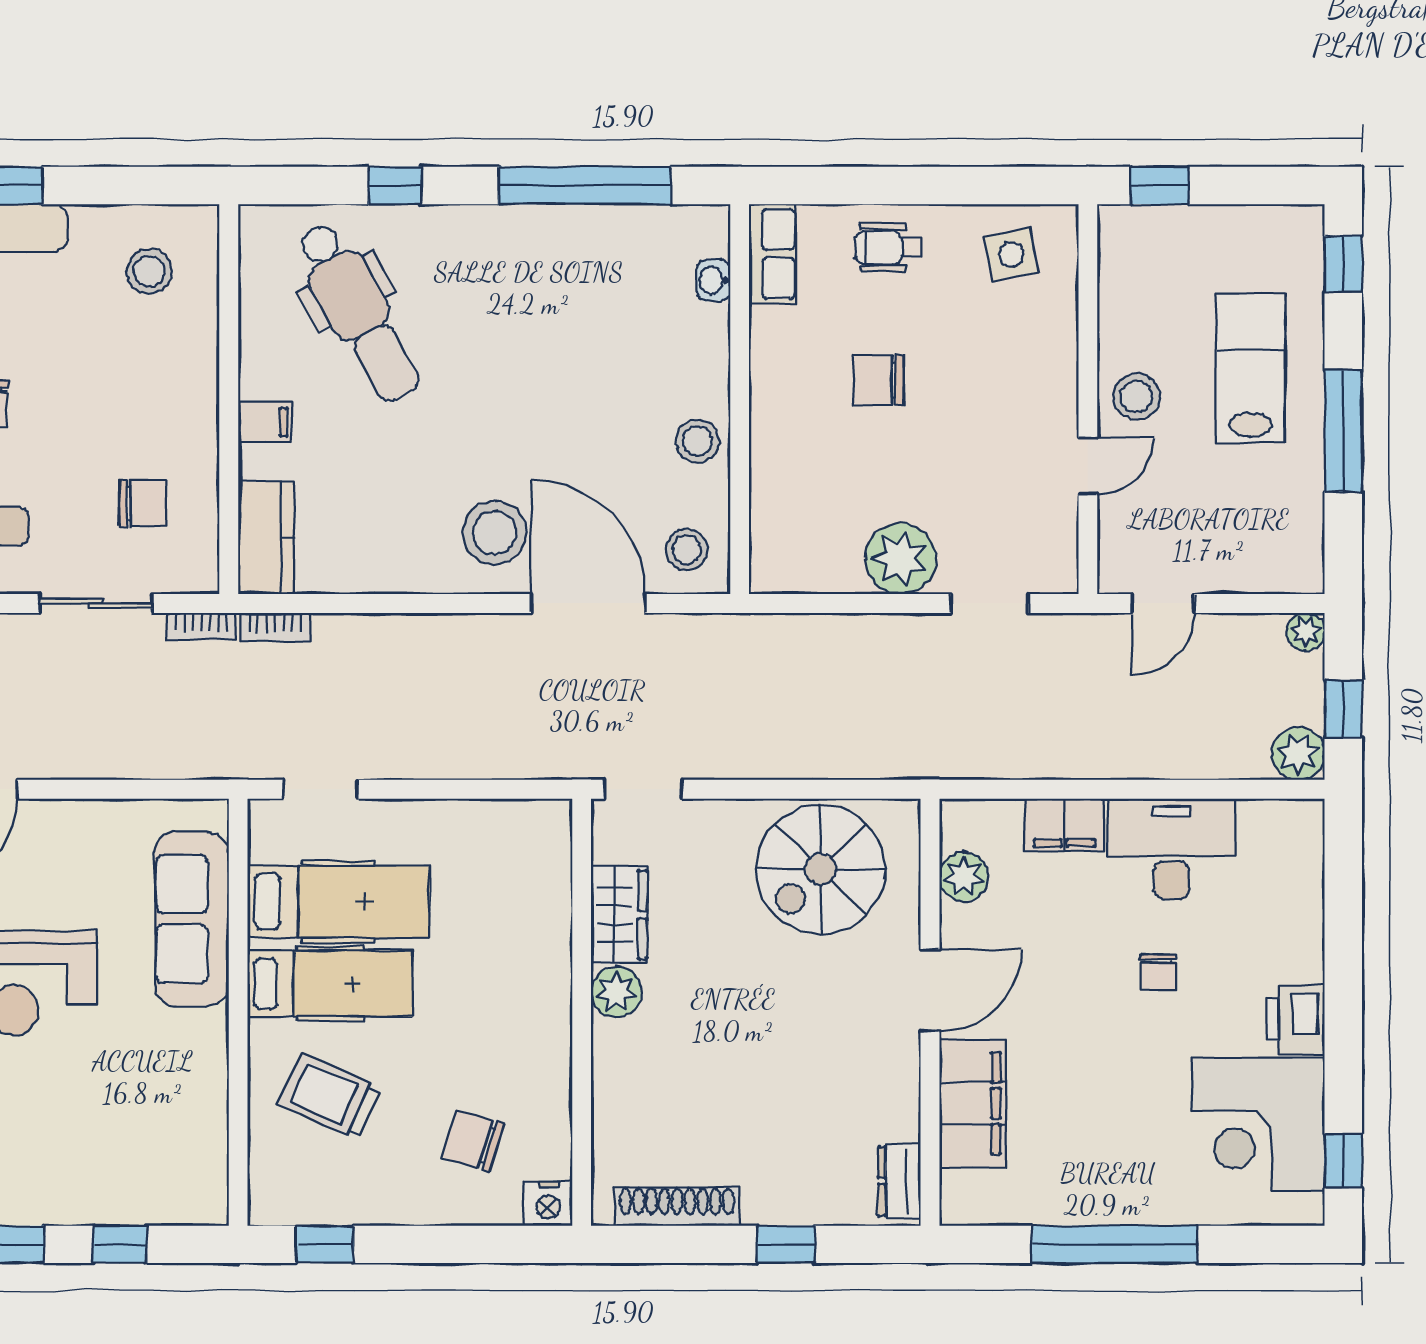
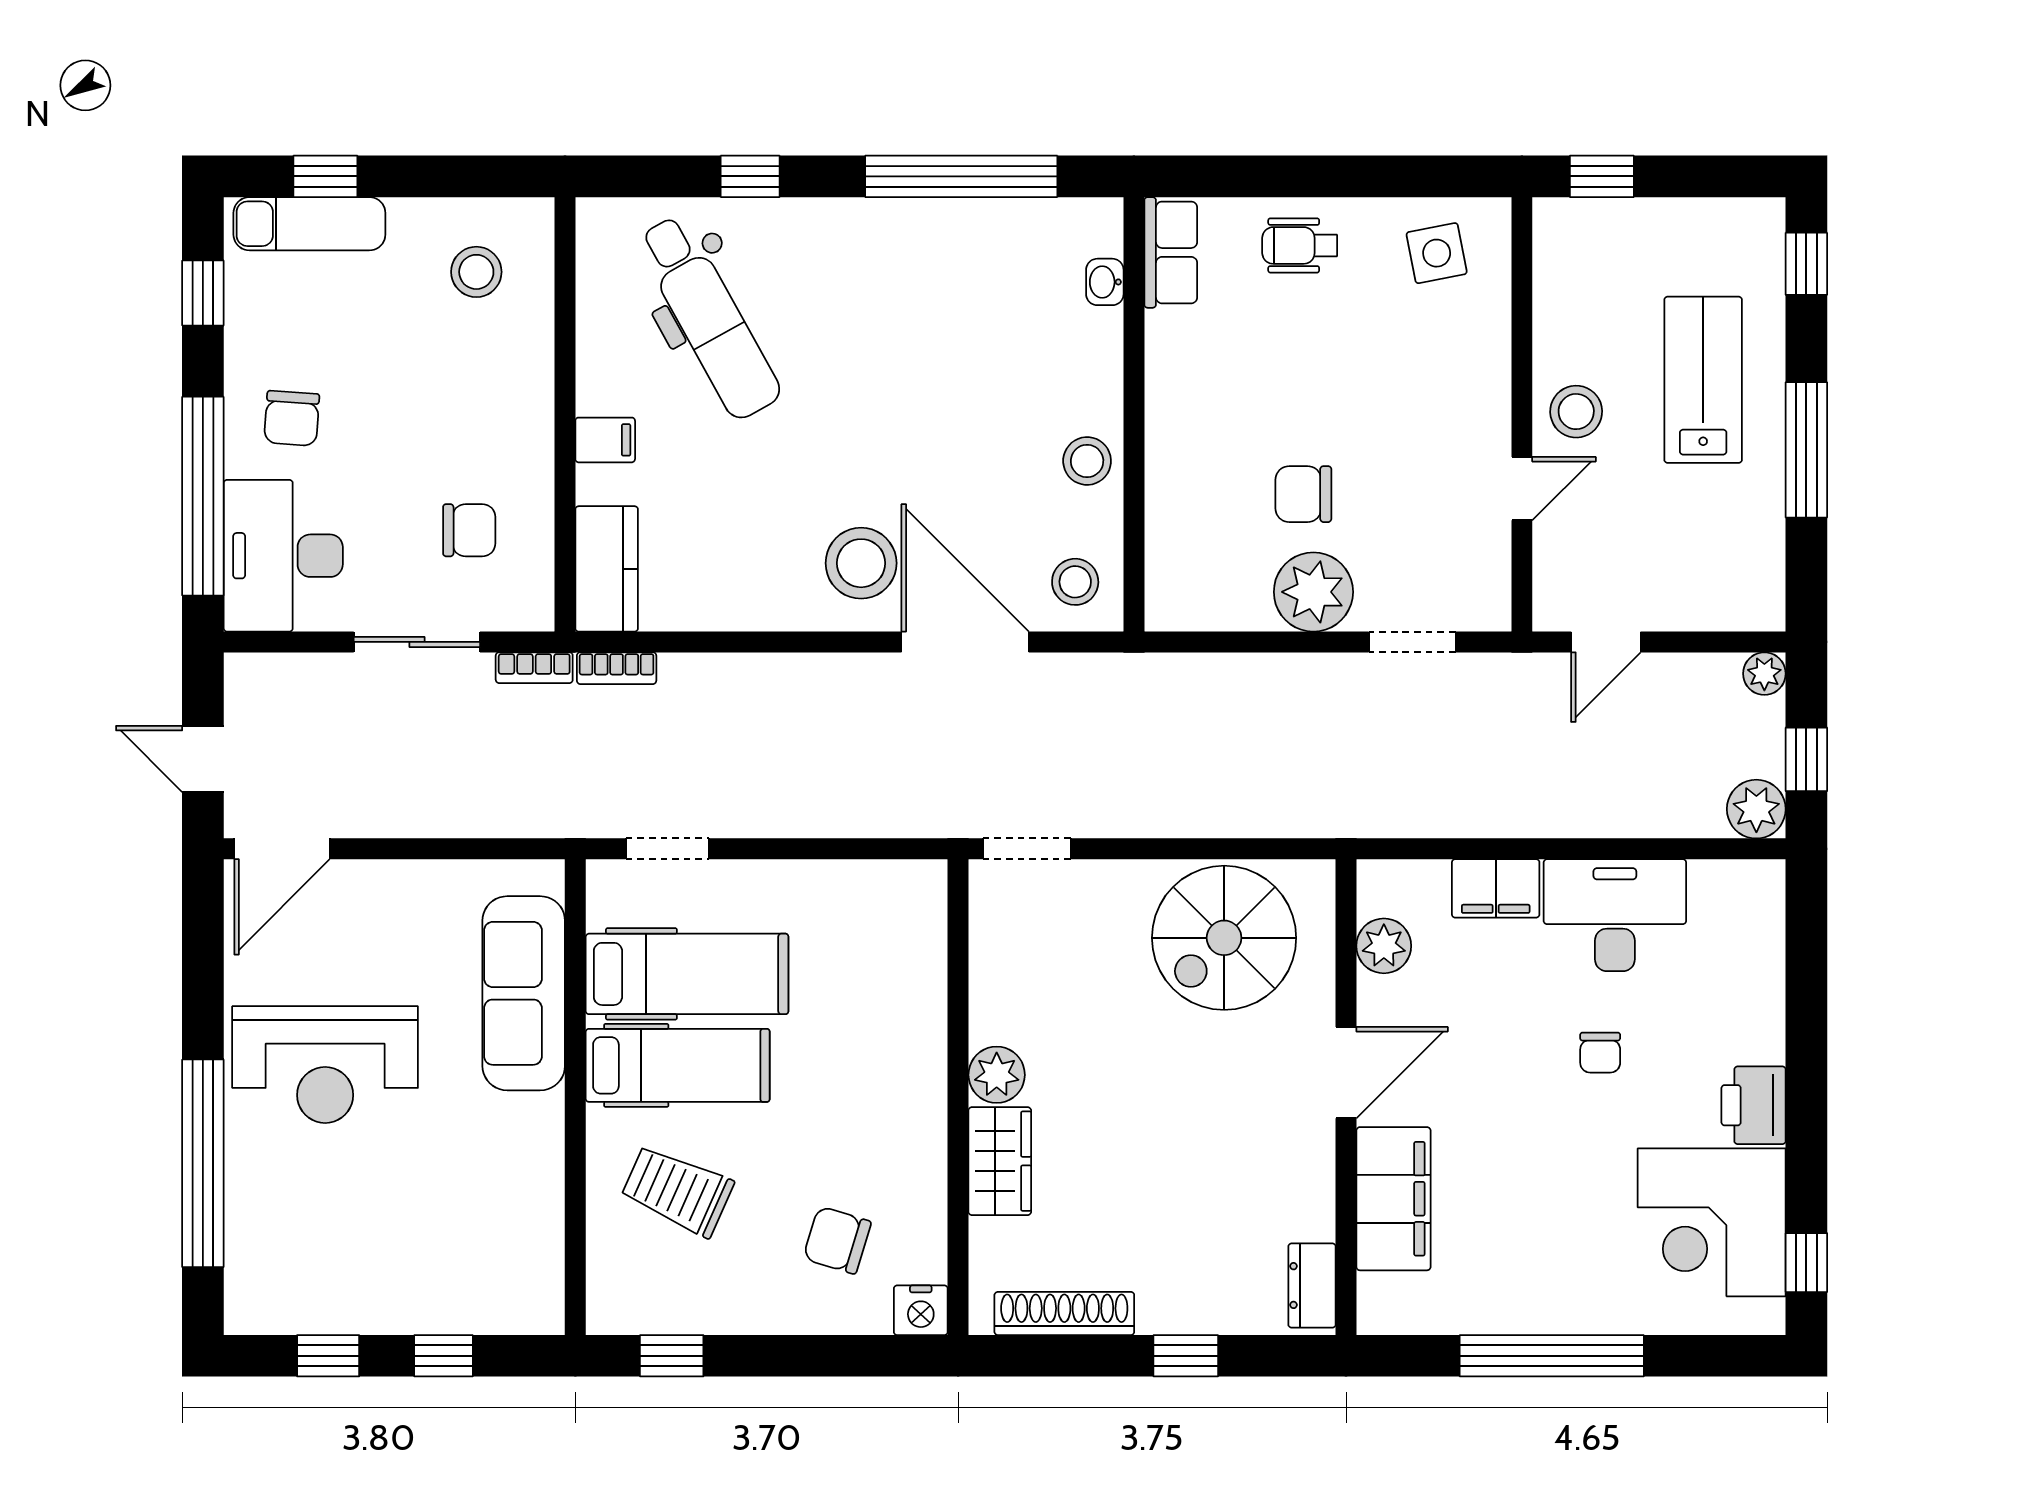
chair: (879, 380) -> (1303, 494), moved
wardrobe: (619, 915) -> (1000, 1161), moved

